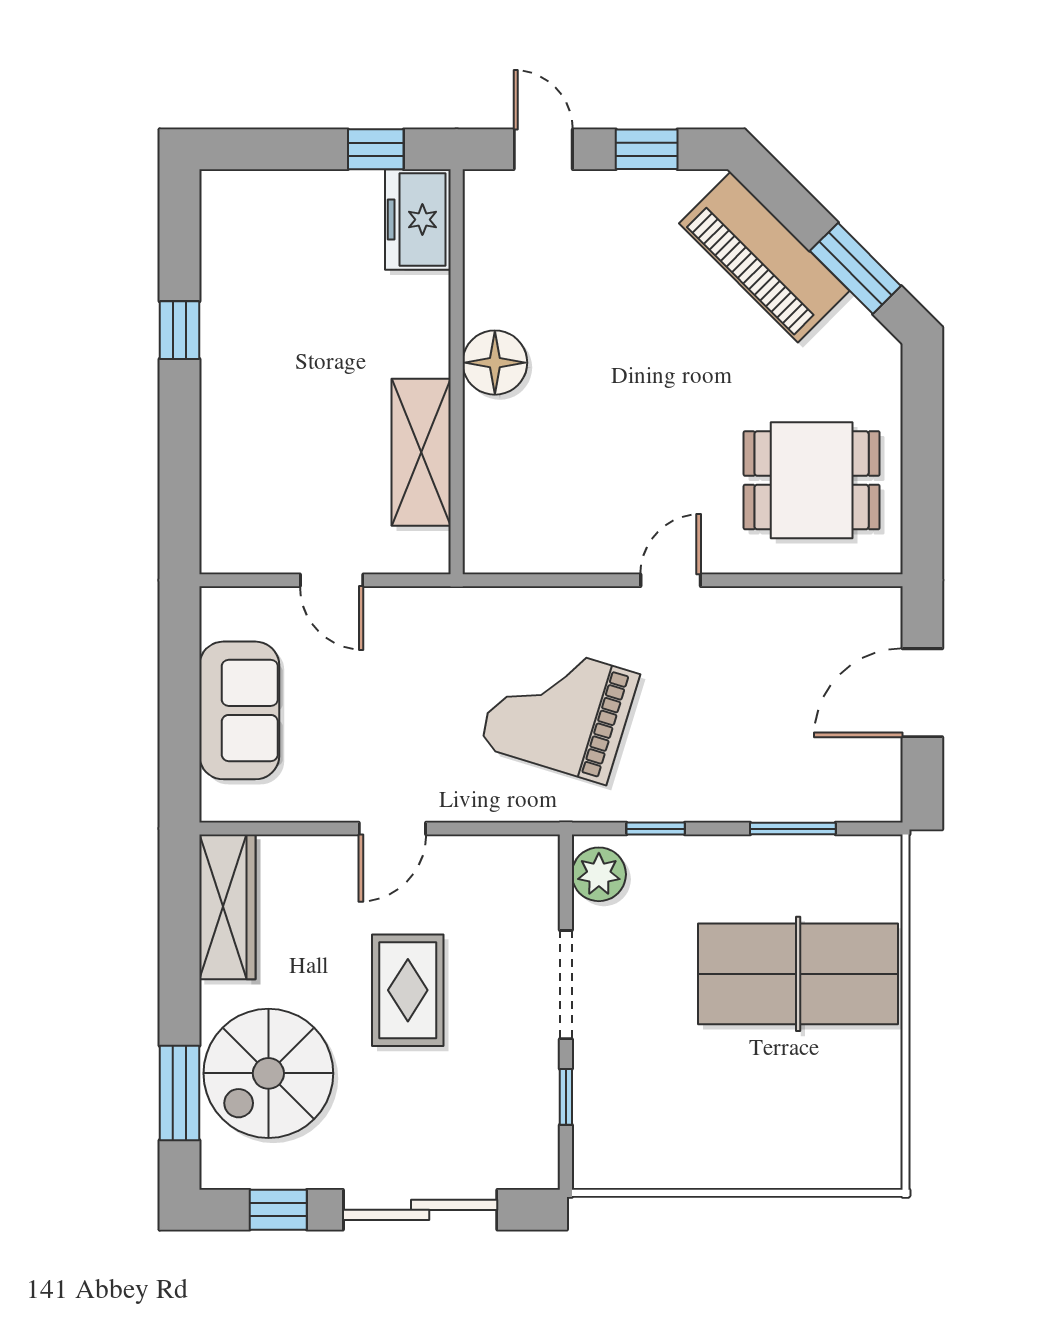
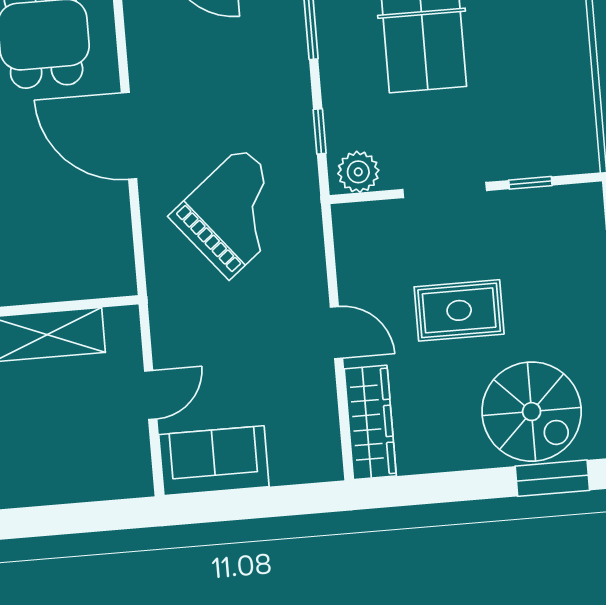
door: (671, 580) -> (129, 136), width x1.88
sofa: (239, 710) -> (214, 461), moved
grand piano: (559, 710) -> (235, 213), turned -146
wardrobe: (227, 907) -> (370, 422), moved, turned 90

